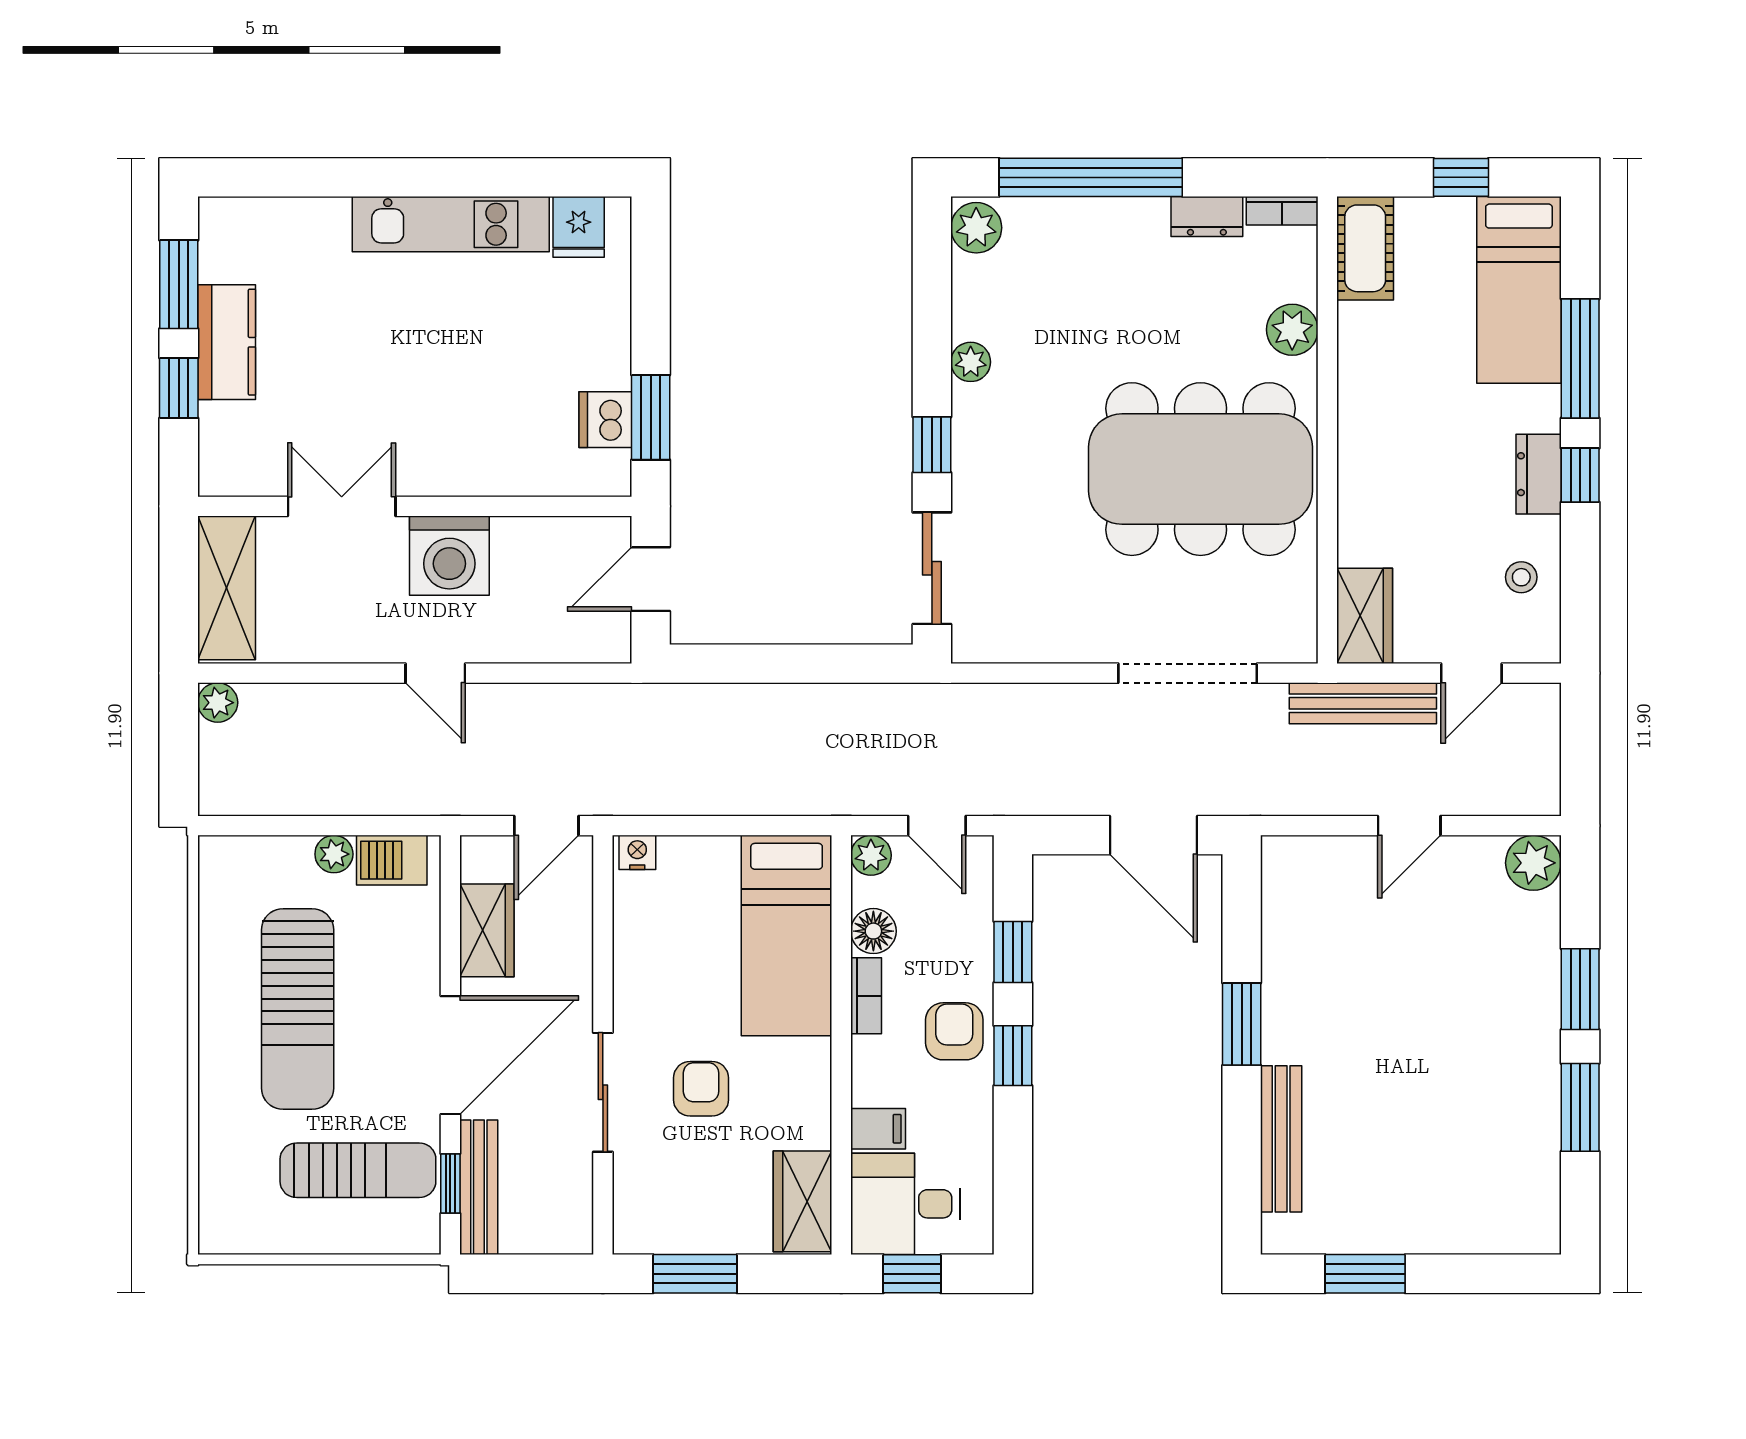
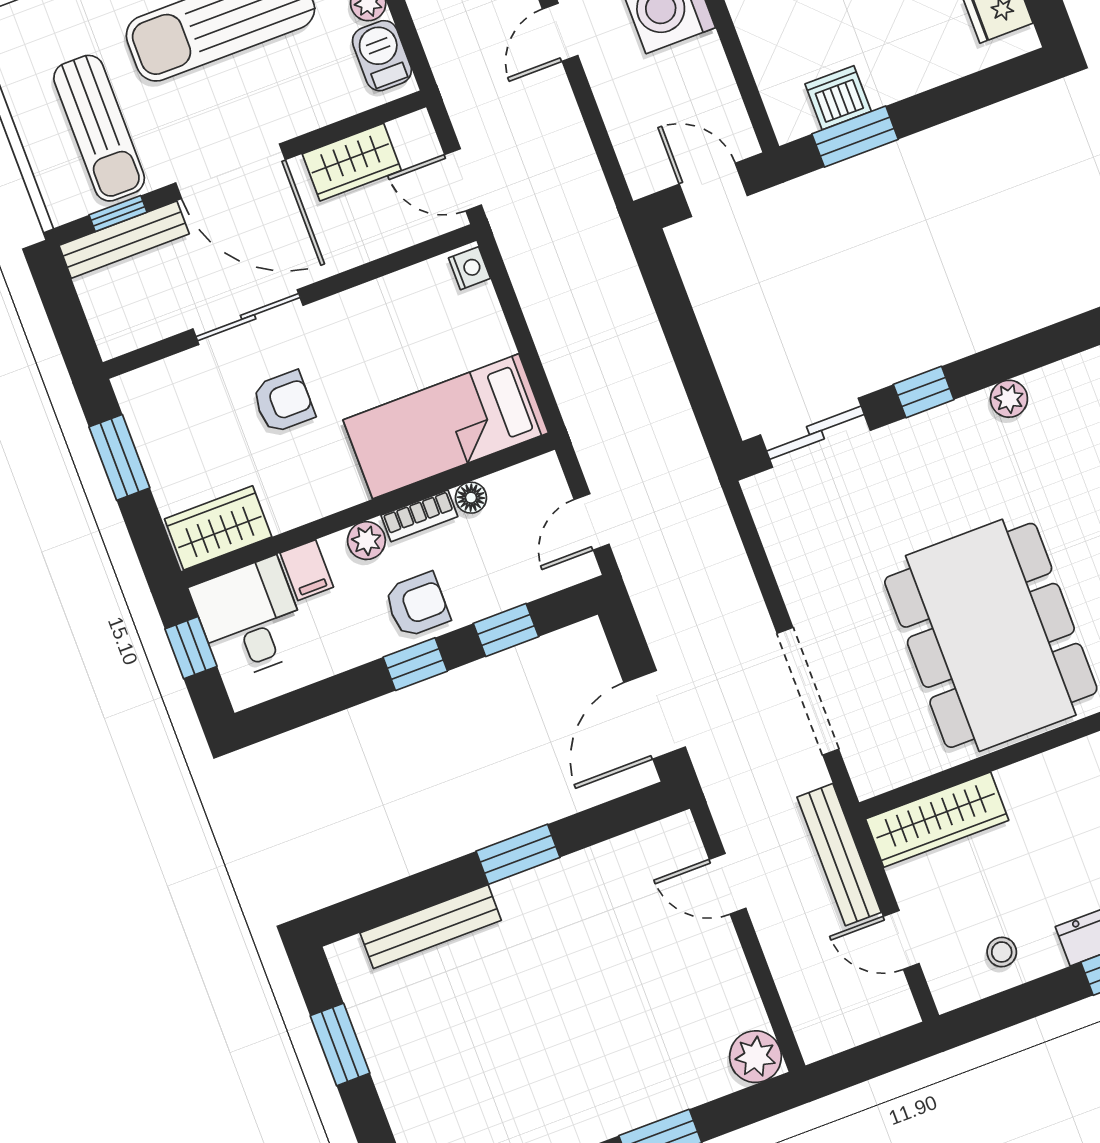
wardrobe: (1365, 616) -> (937, 820), width x1.50
door: (1409, 826) -> (728, 884), moved
plant: (871, 855) -> (366, 541), moved
floor lamp: (873, 931) -> (471, 498), width x0.73, depth x0.73

